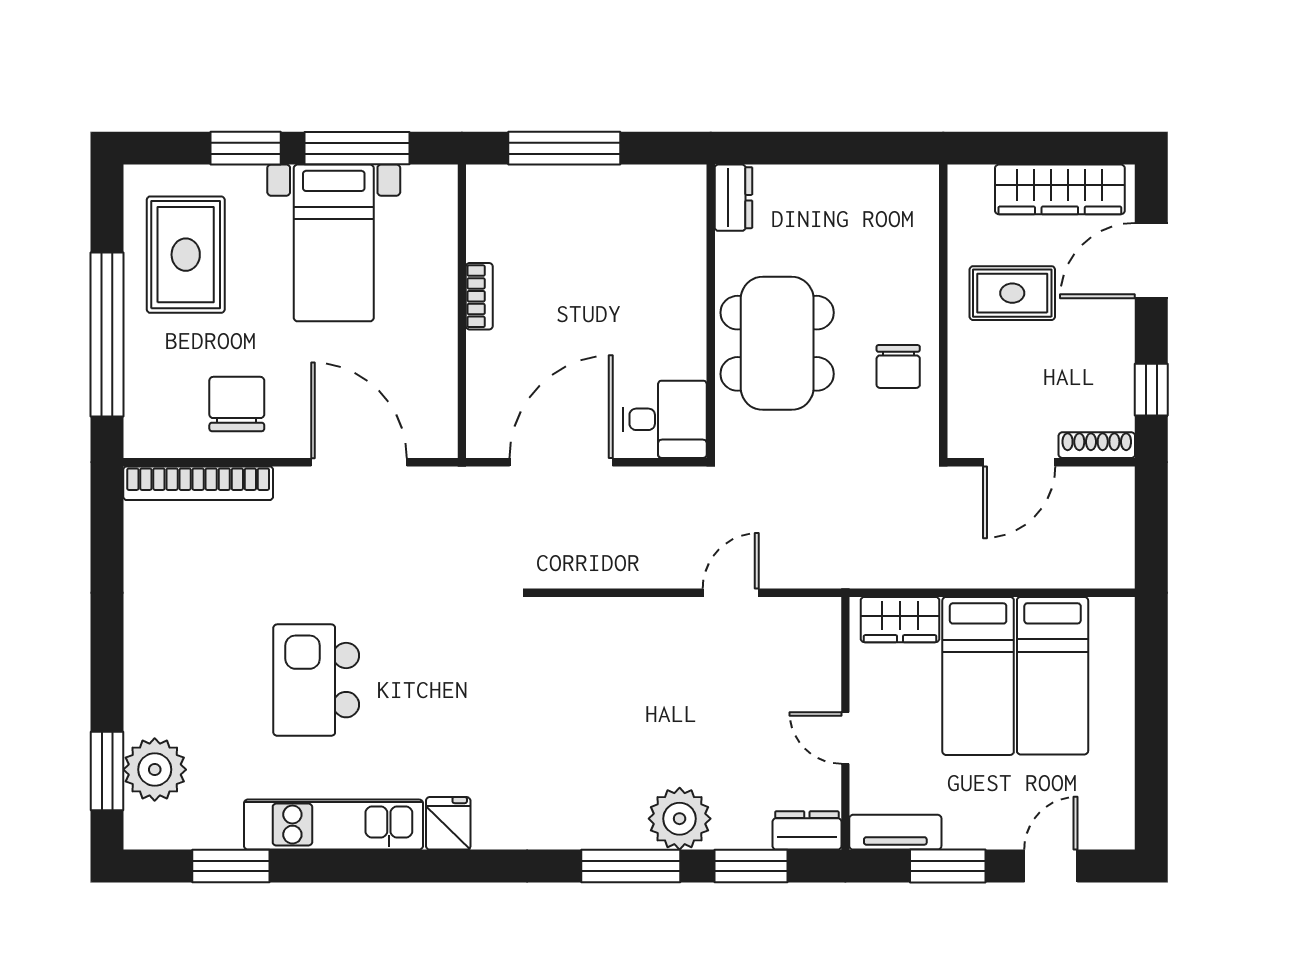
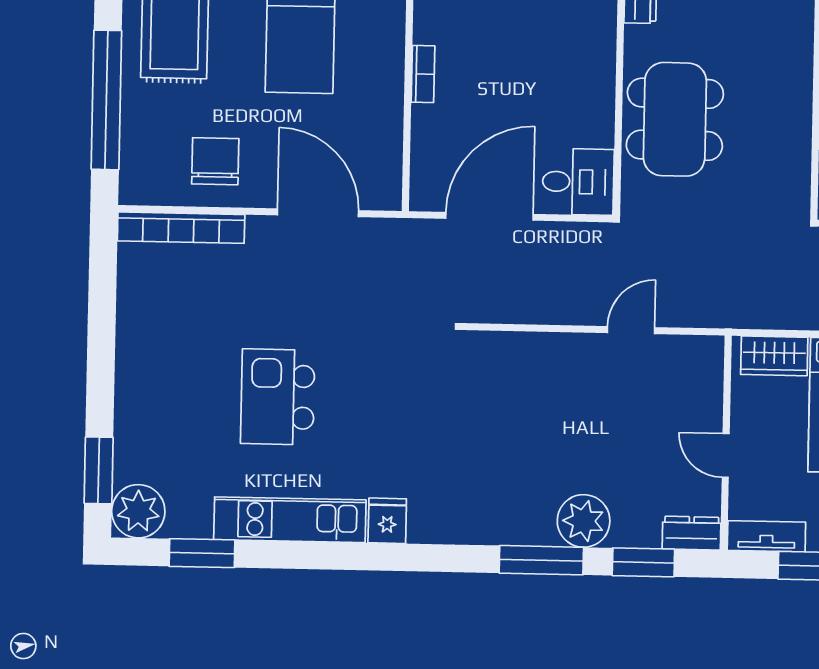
chair: (898, 367) -> (777, 141), removed
plant: (155, 770) -> (138, 511), moved

